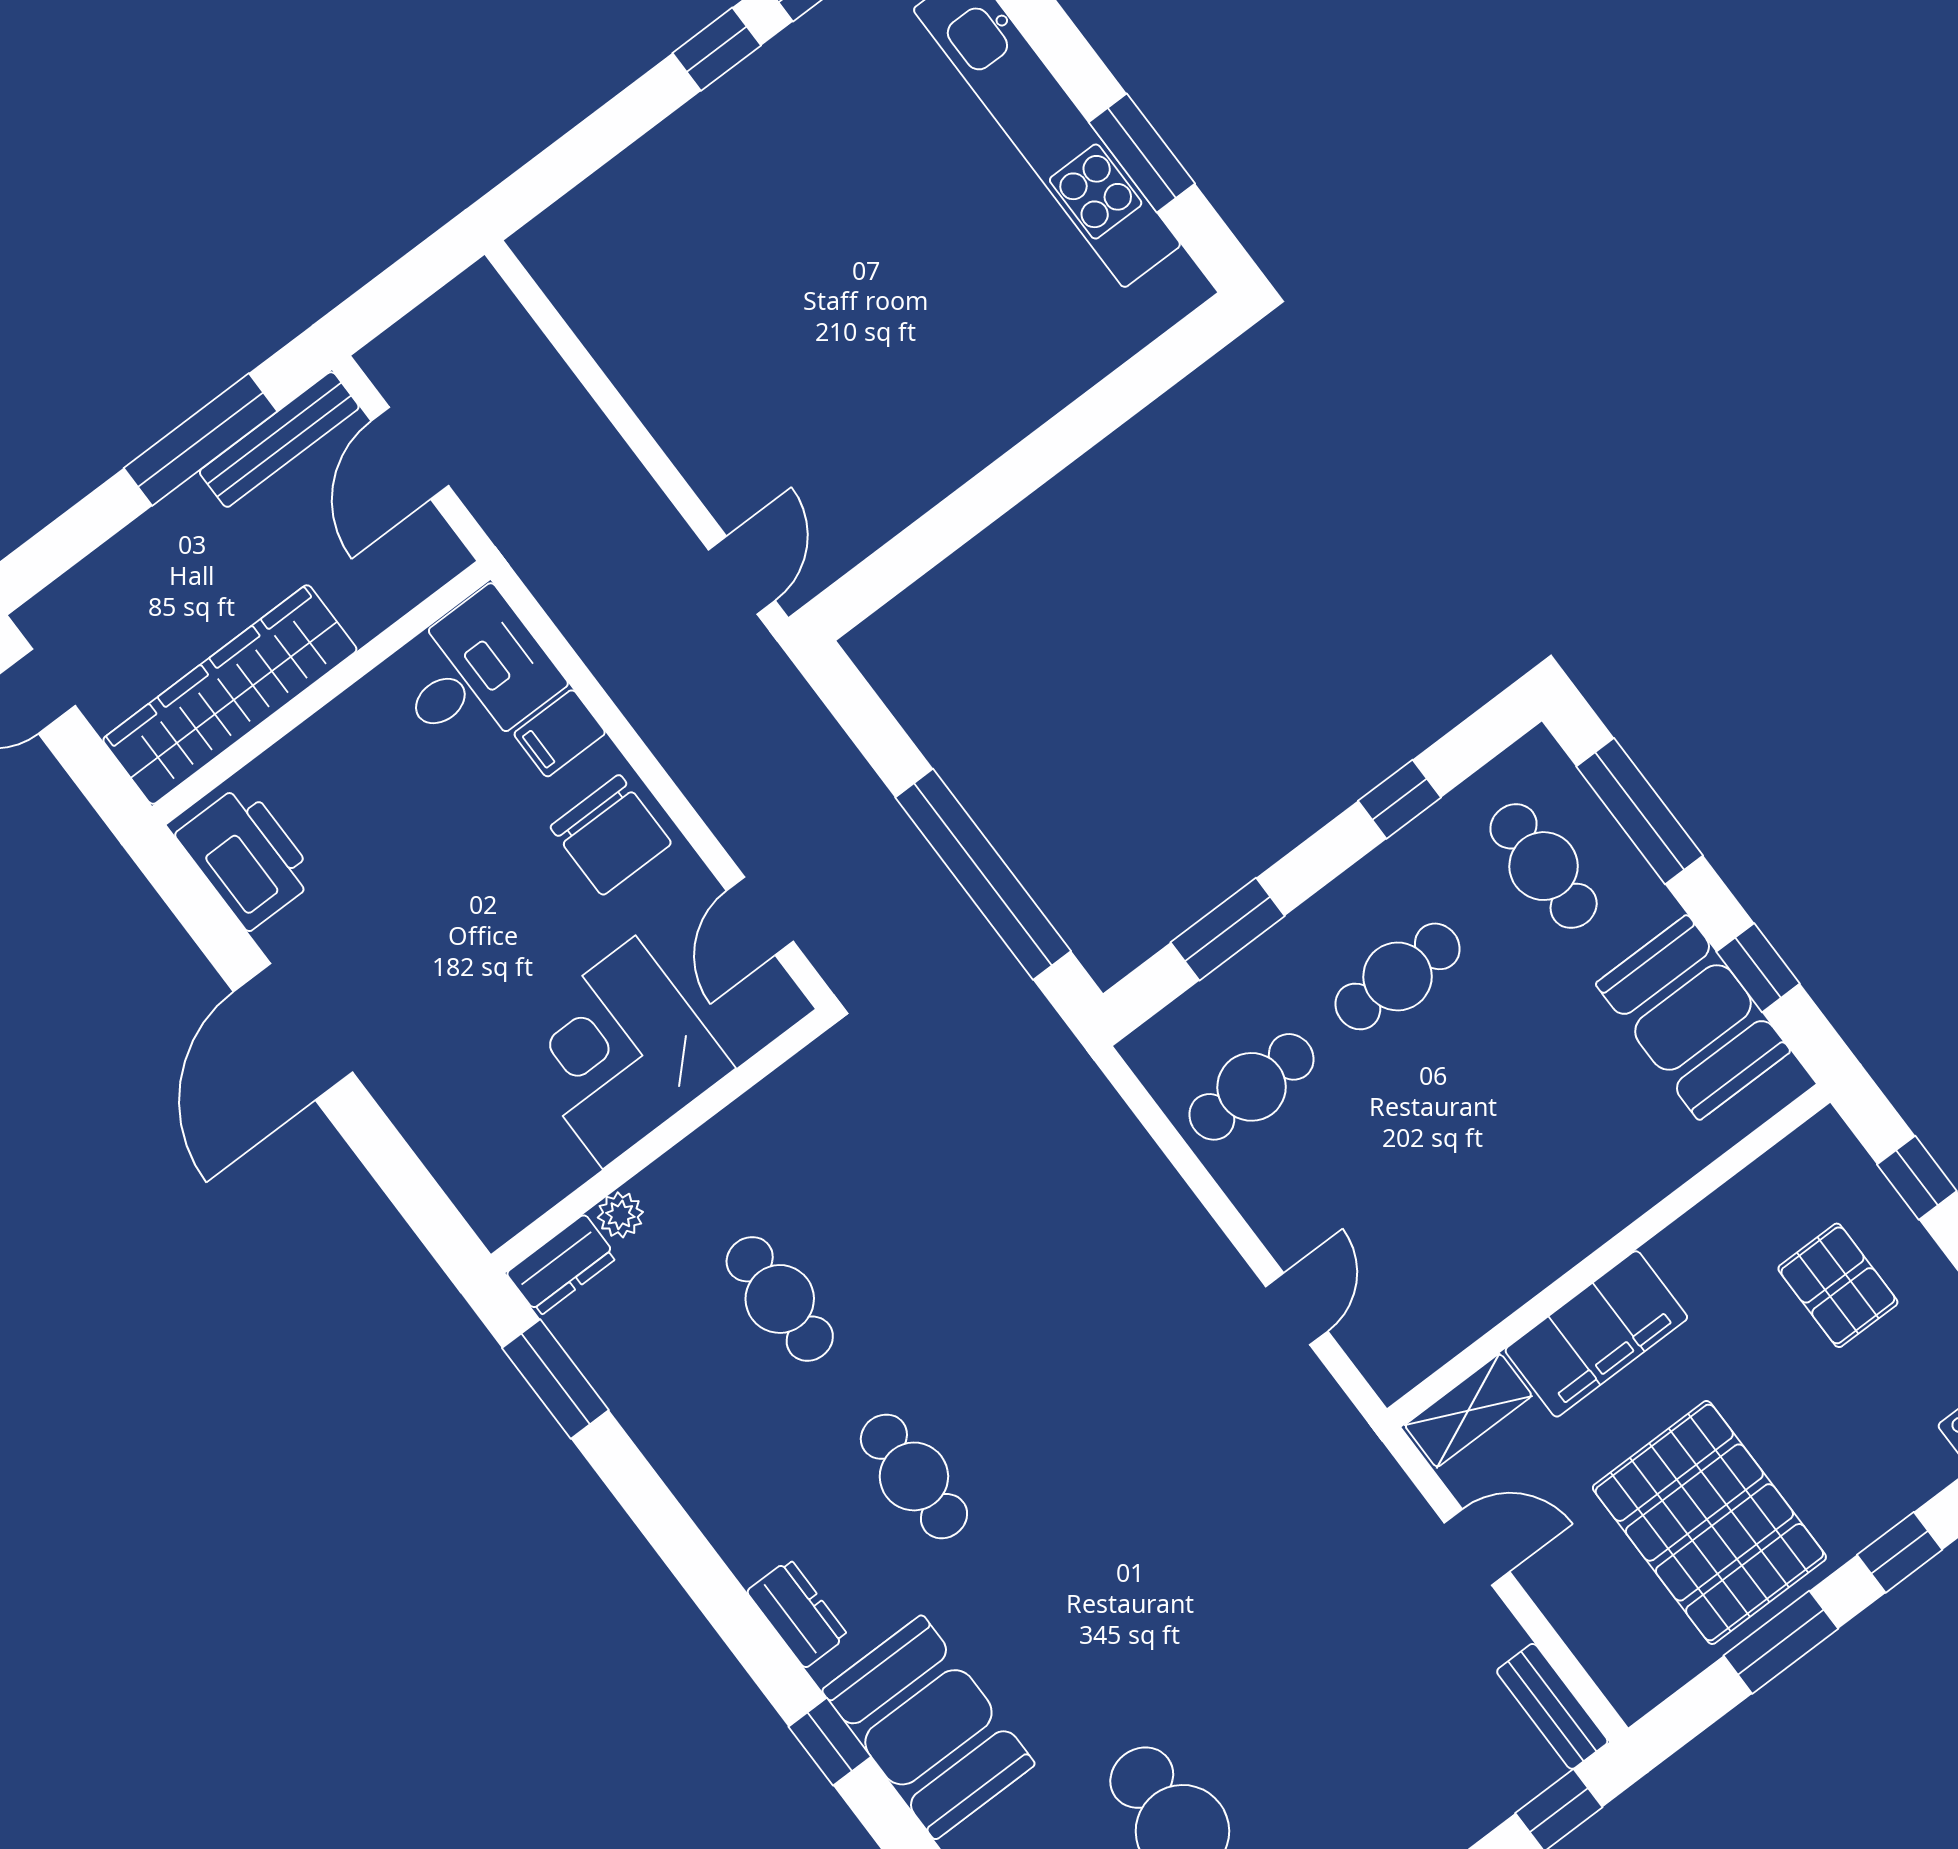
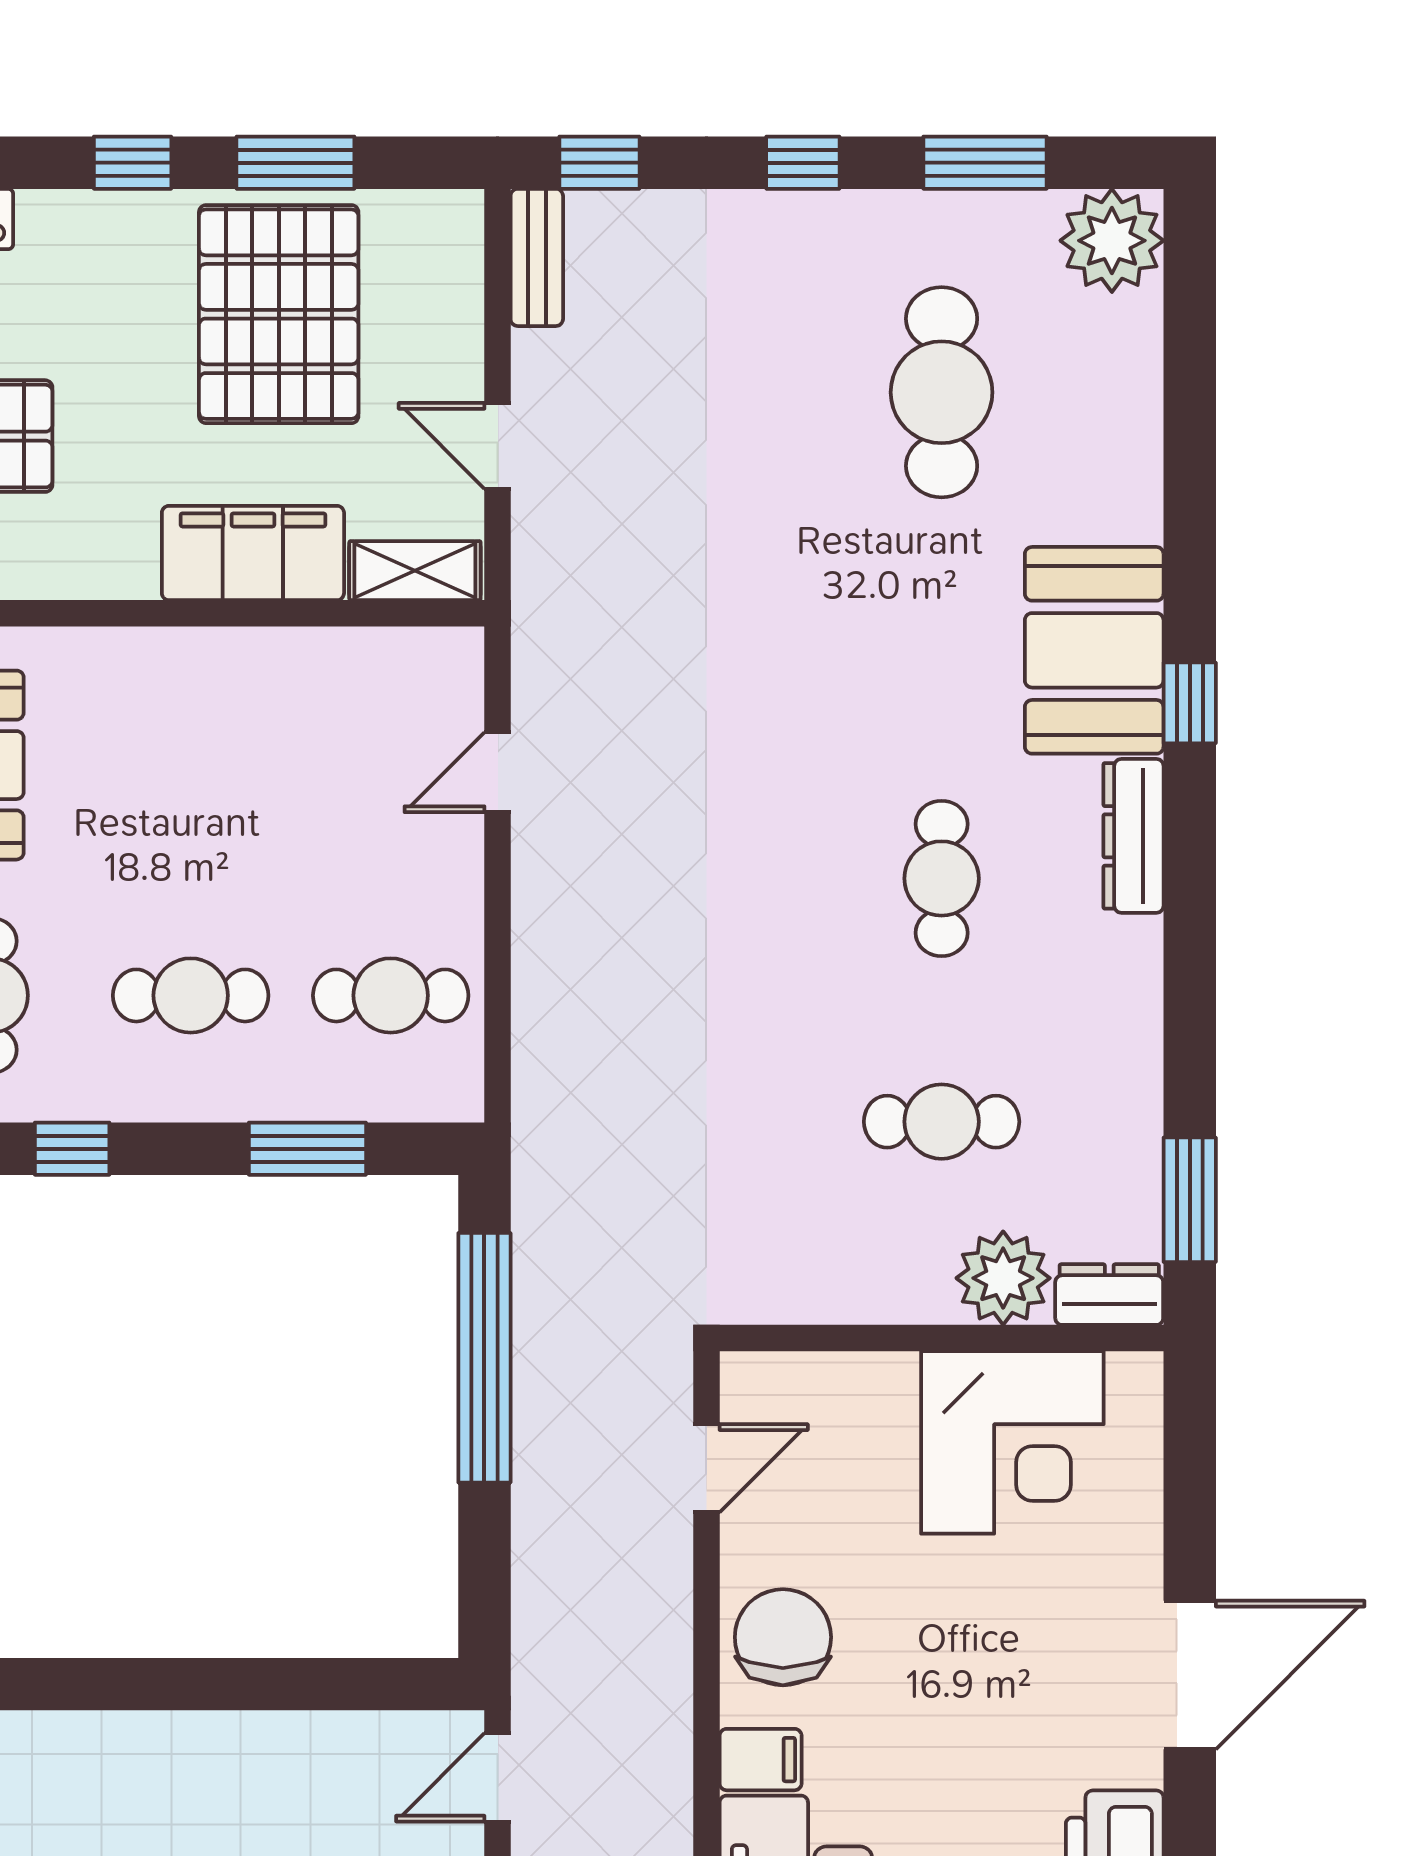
corner desk: (619, 1052) -> (1012, 1442), moved
plant: (620, 1215) -> (1003, 1278), width x1.88, depth x1.88
cafe table: (780, 1299) -> (942, 1122), turned 90
dresser: (797, 1614) -> (1133, 836), width x1.44

